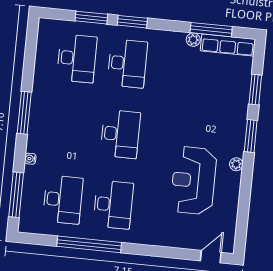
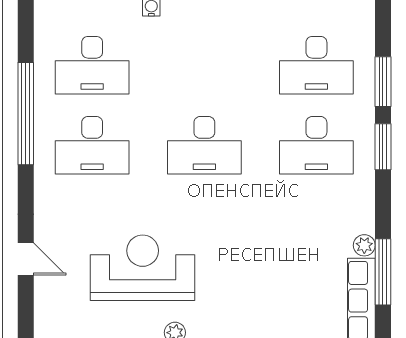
door: (211, 257) -> (26, 259), moved

